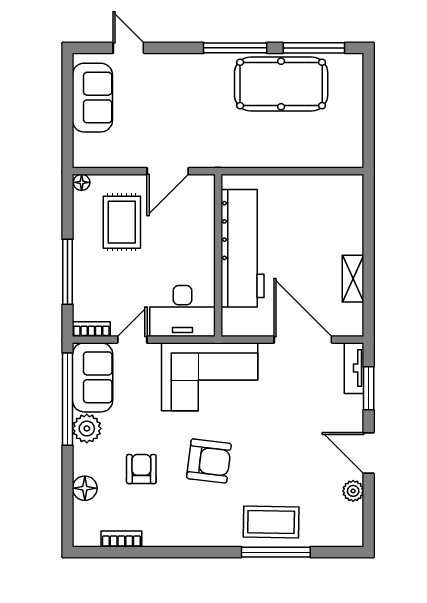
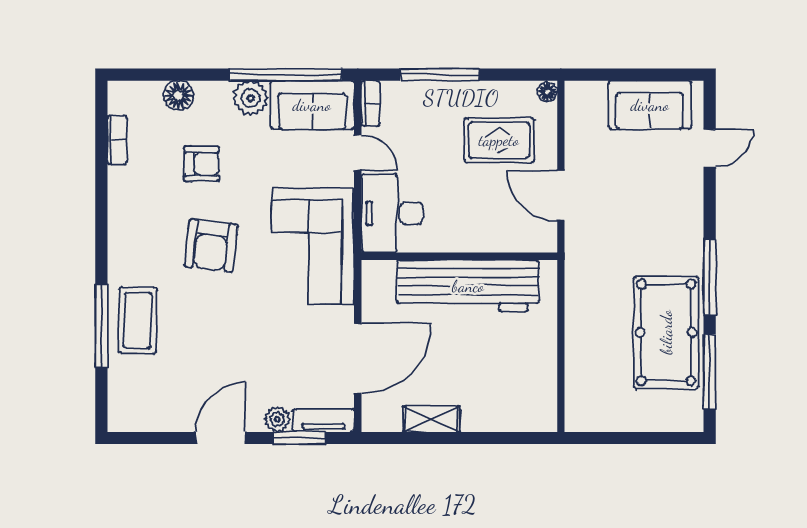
plant: (353, 491) -> (277, 419), moved

